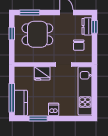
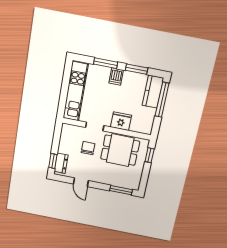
window: (12, 34) -> (150, 155), moved
dining table: (37, 34) -> (120, 150), moved
chair: (79, 45) -> (88, 148), moved
window: (64, 118) -> (106, 63), added

